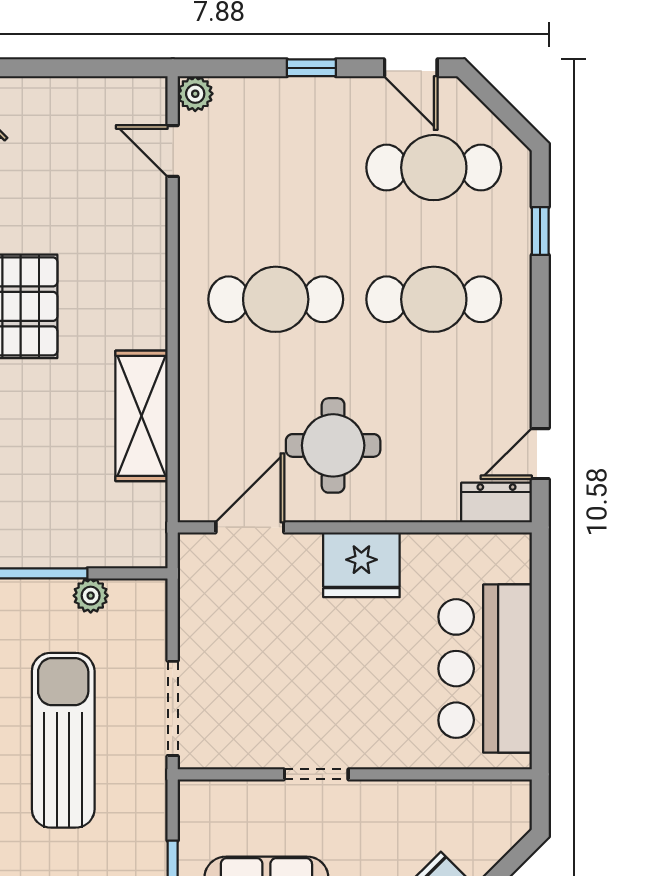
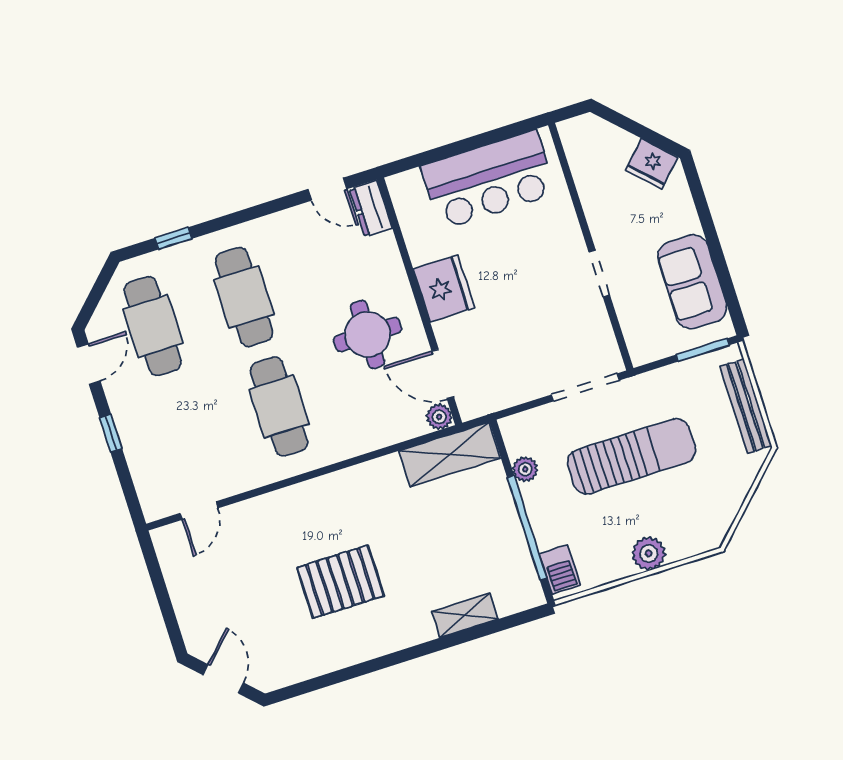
plant: (195, 94) -> (439, 417), moved
shelving: (142, 416) -> (449, 455), moved
sun lounger: (63, 740) -> (632, 456), turned 180

